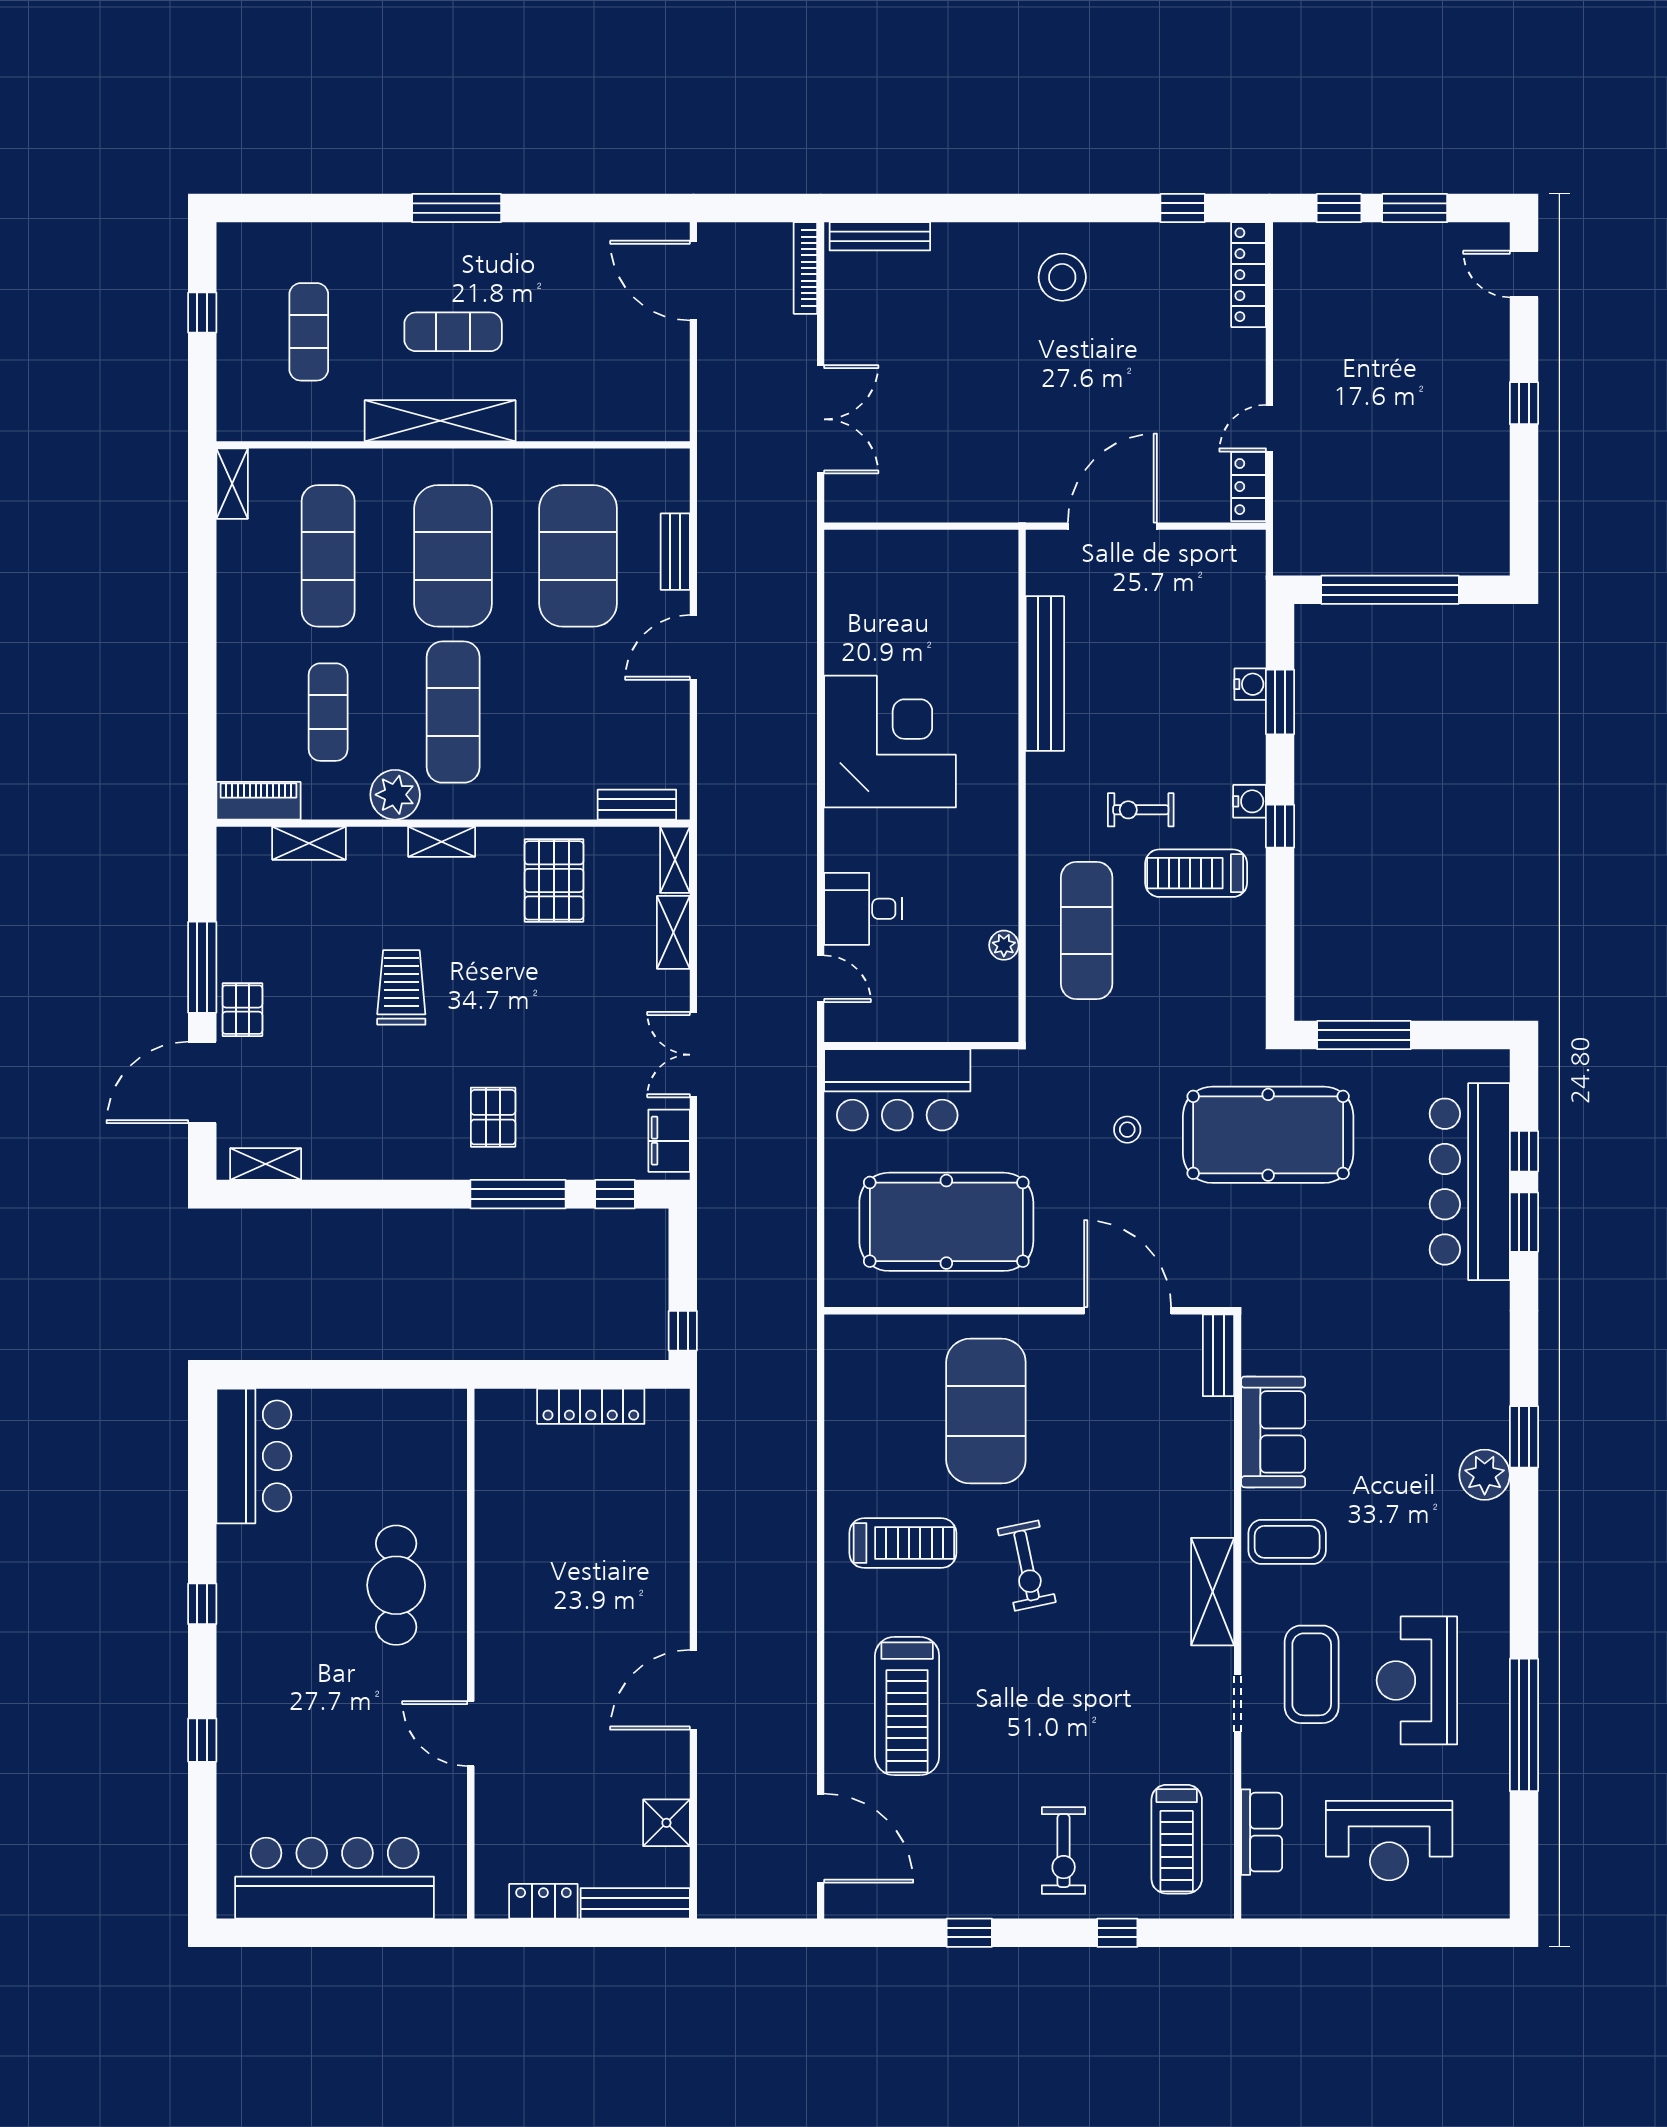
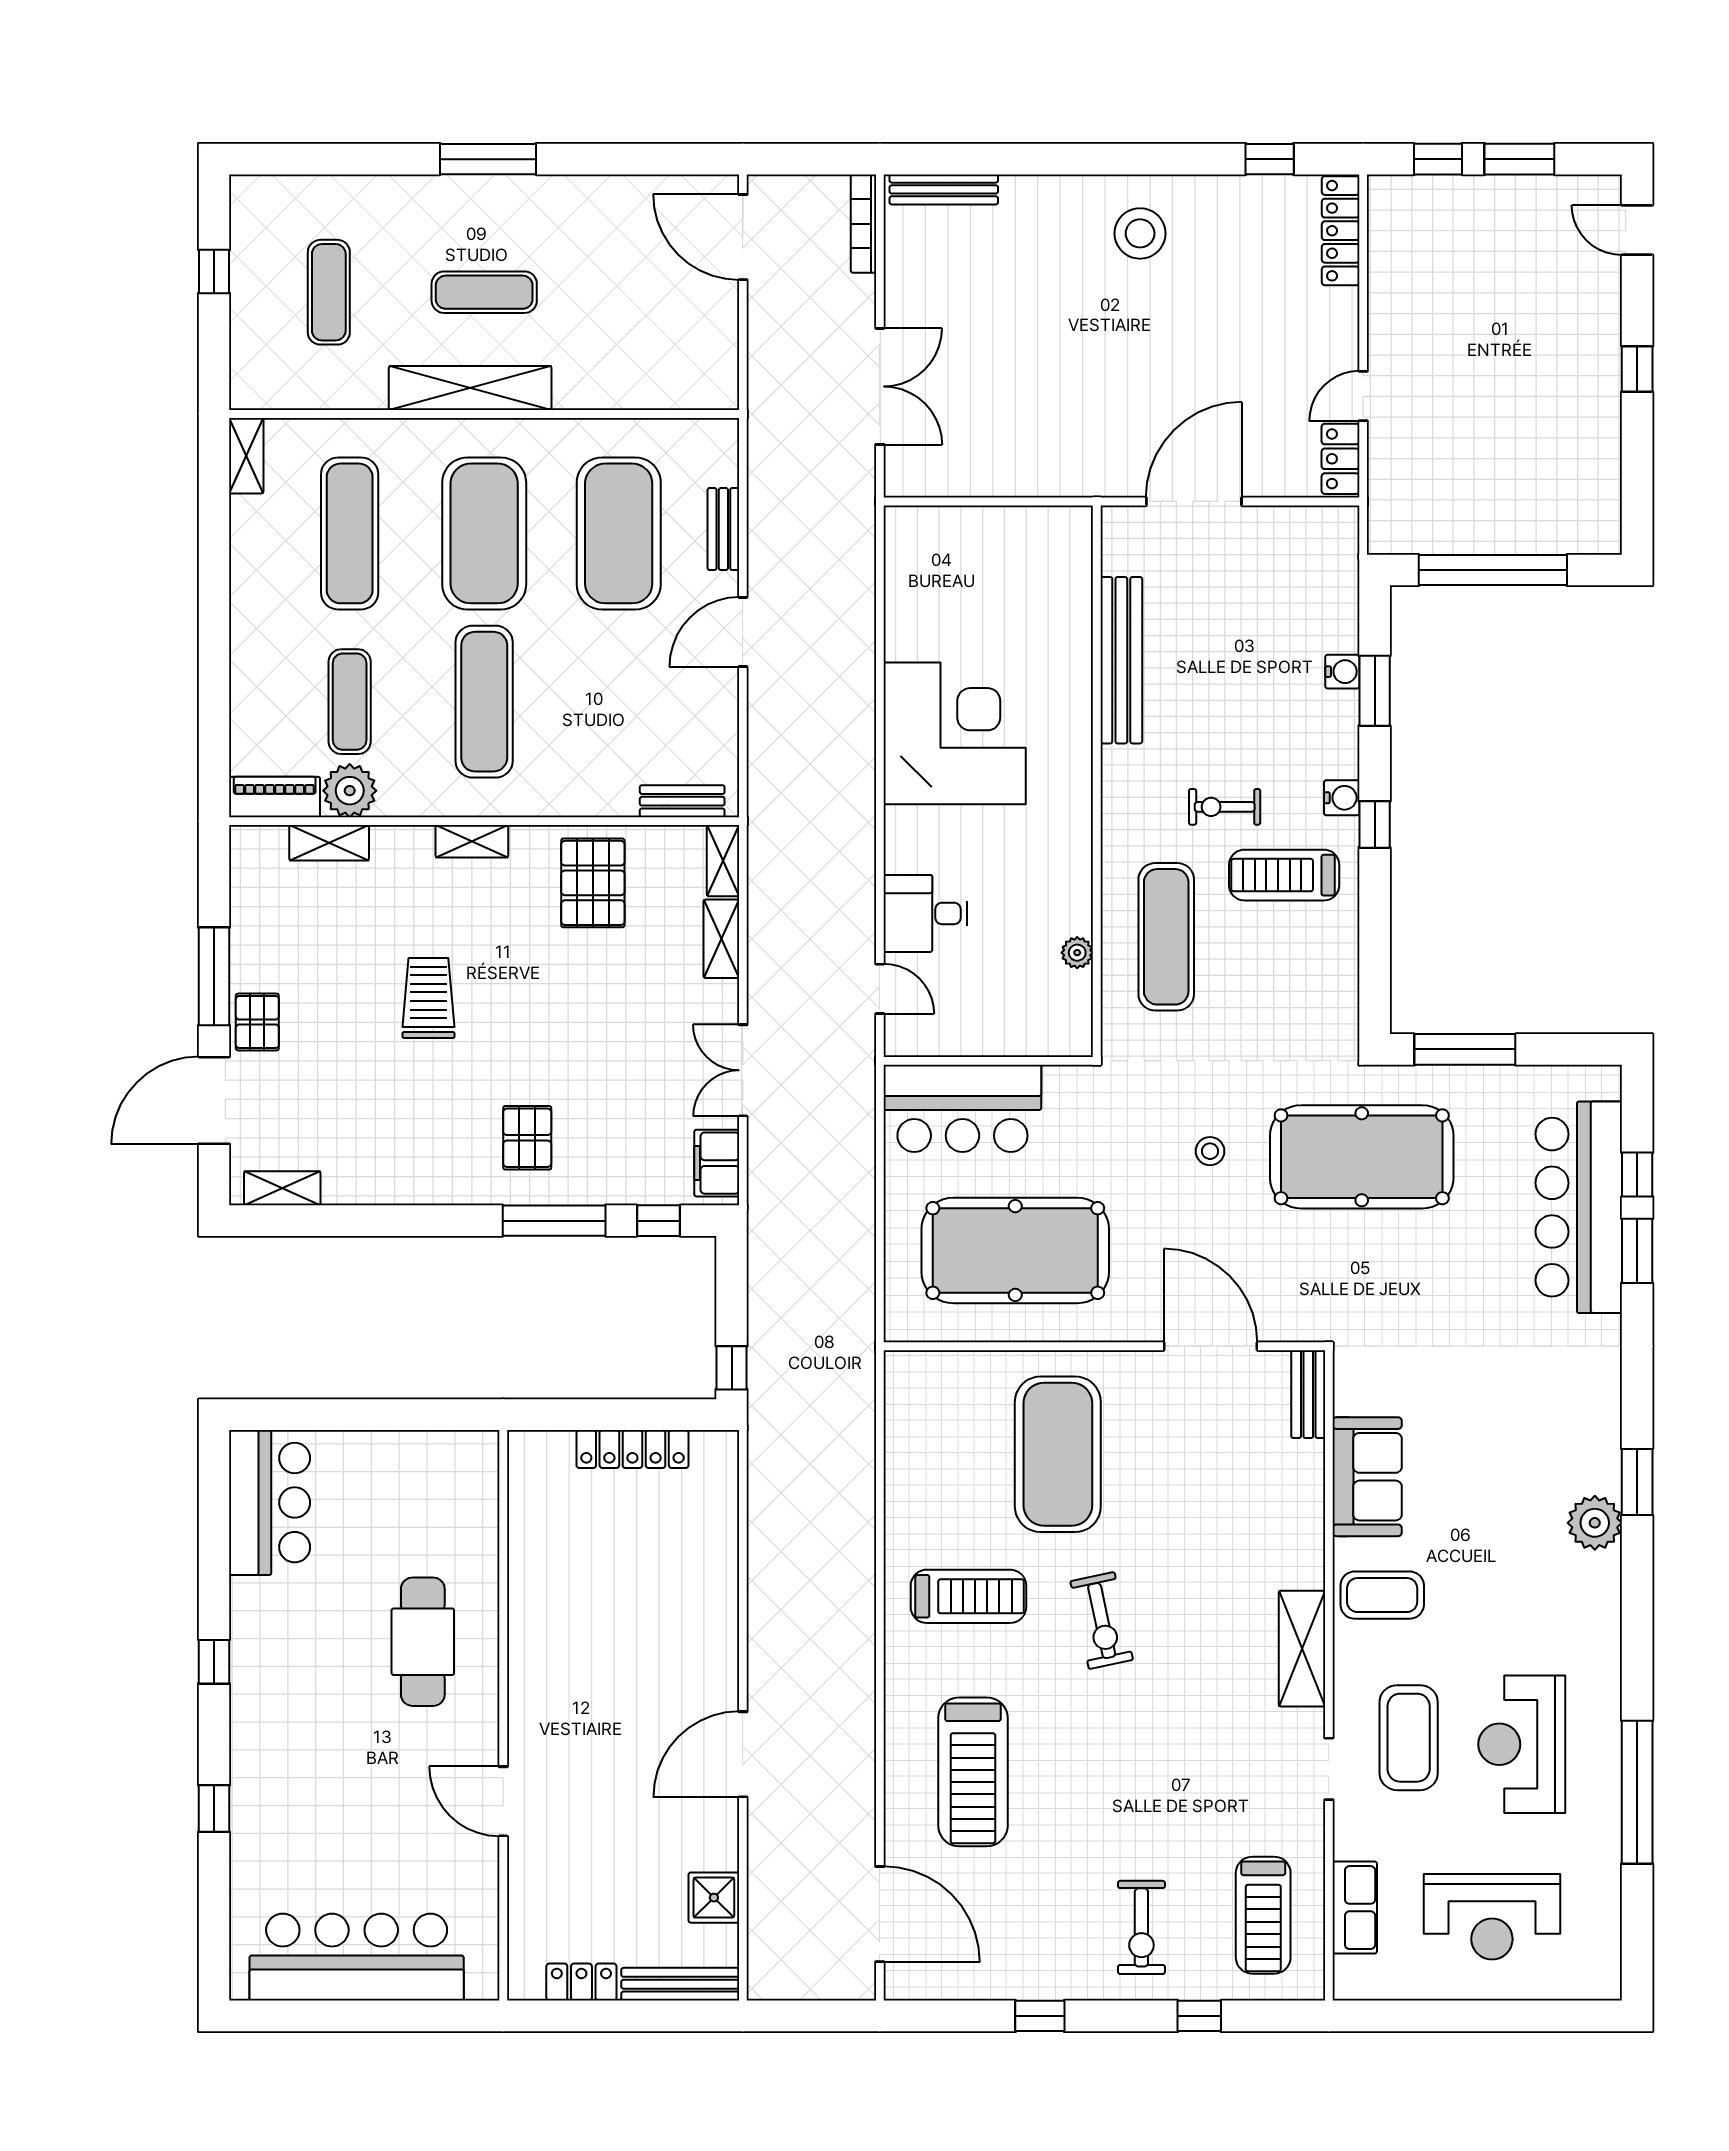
plant: (395, 795) -> (350, 791), moved

